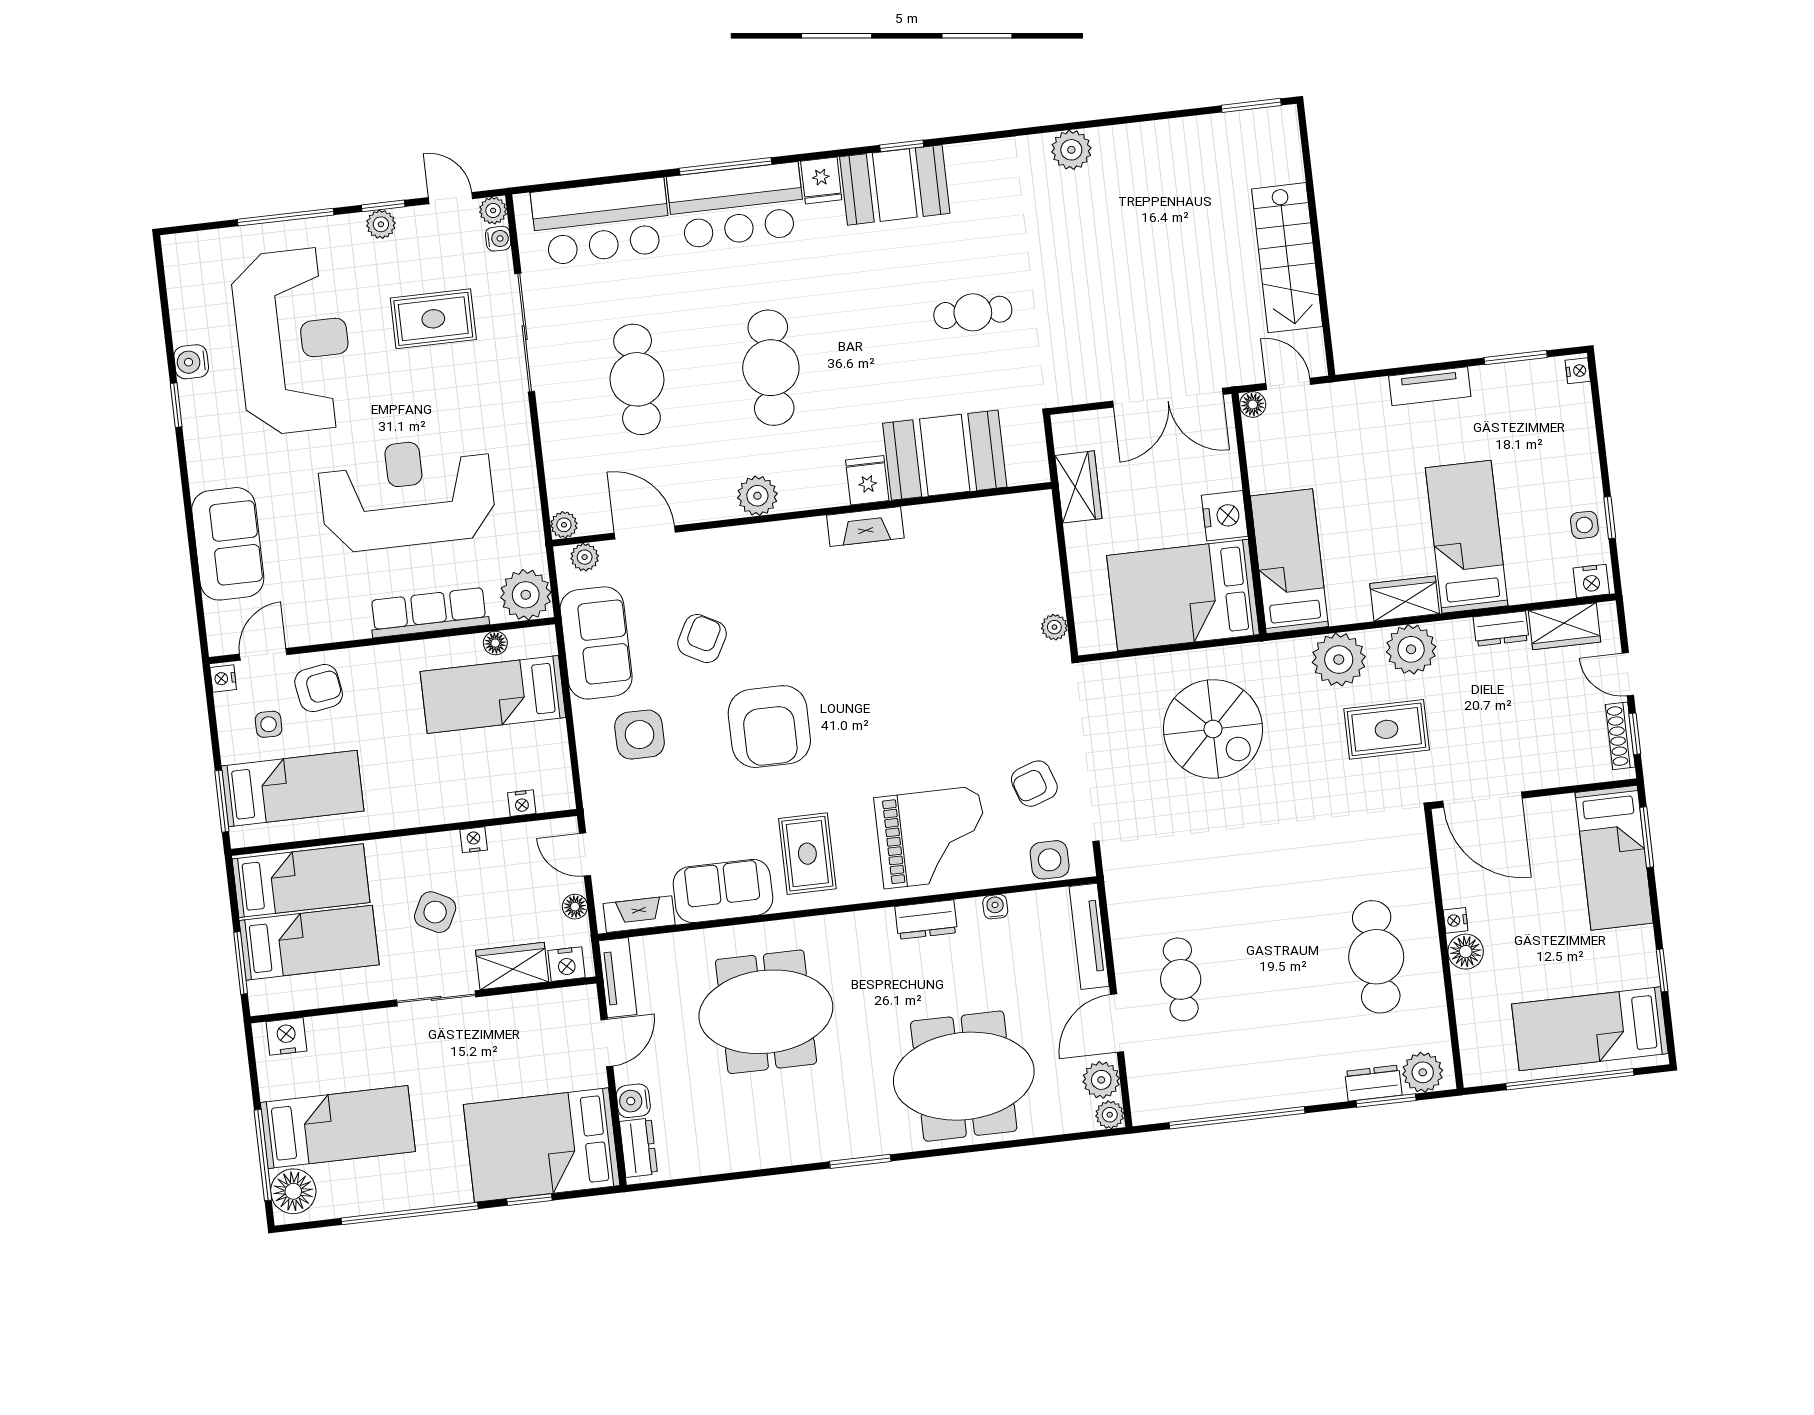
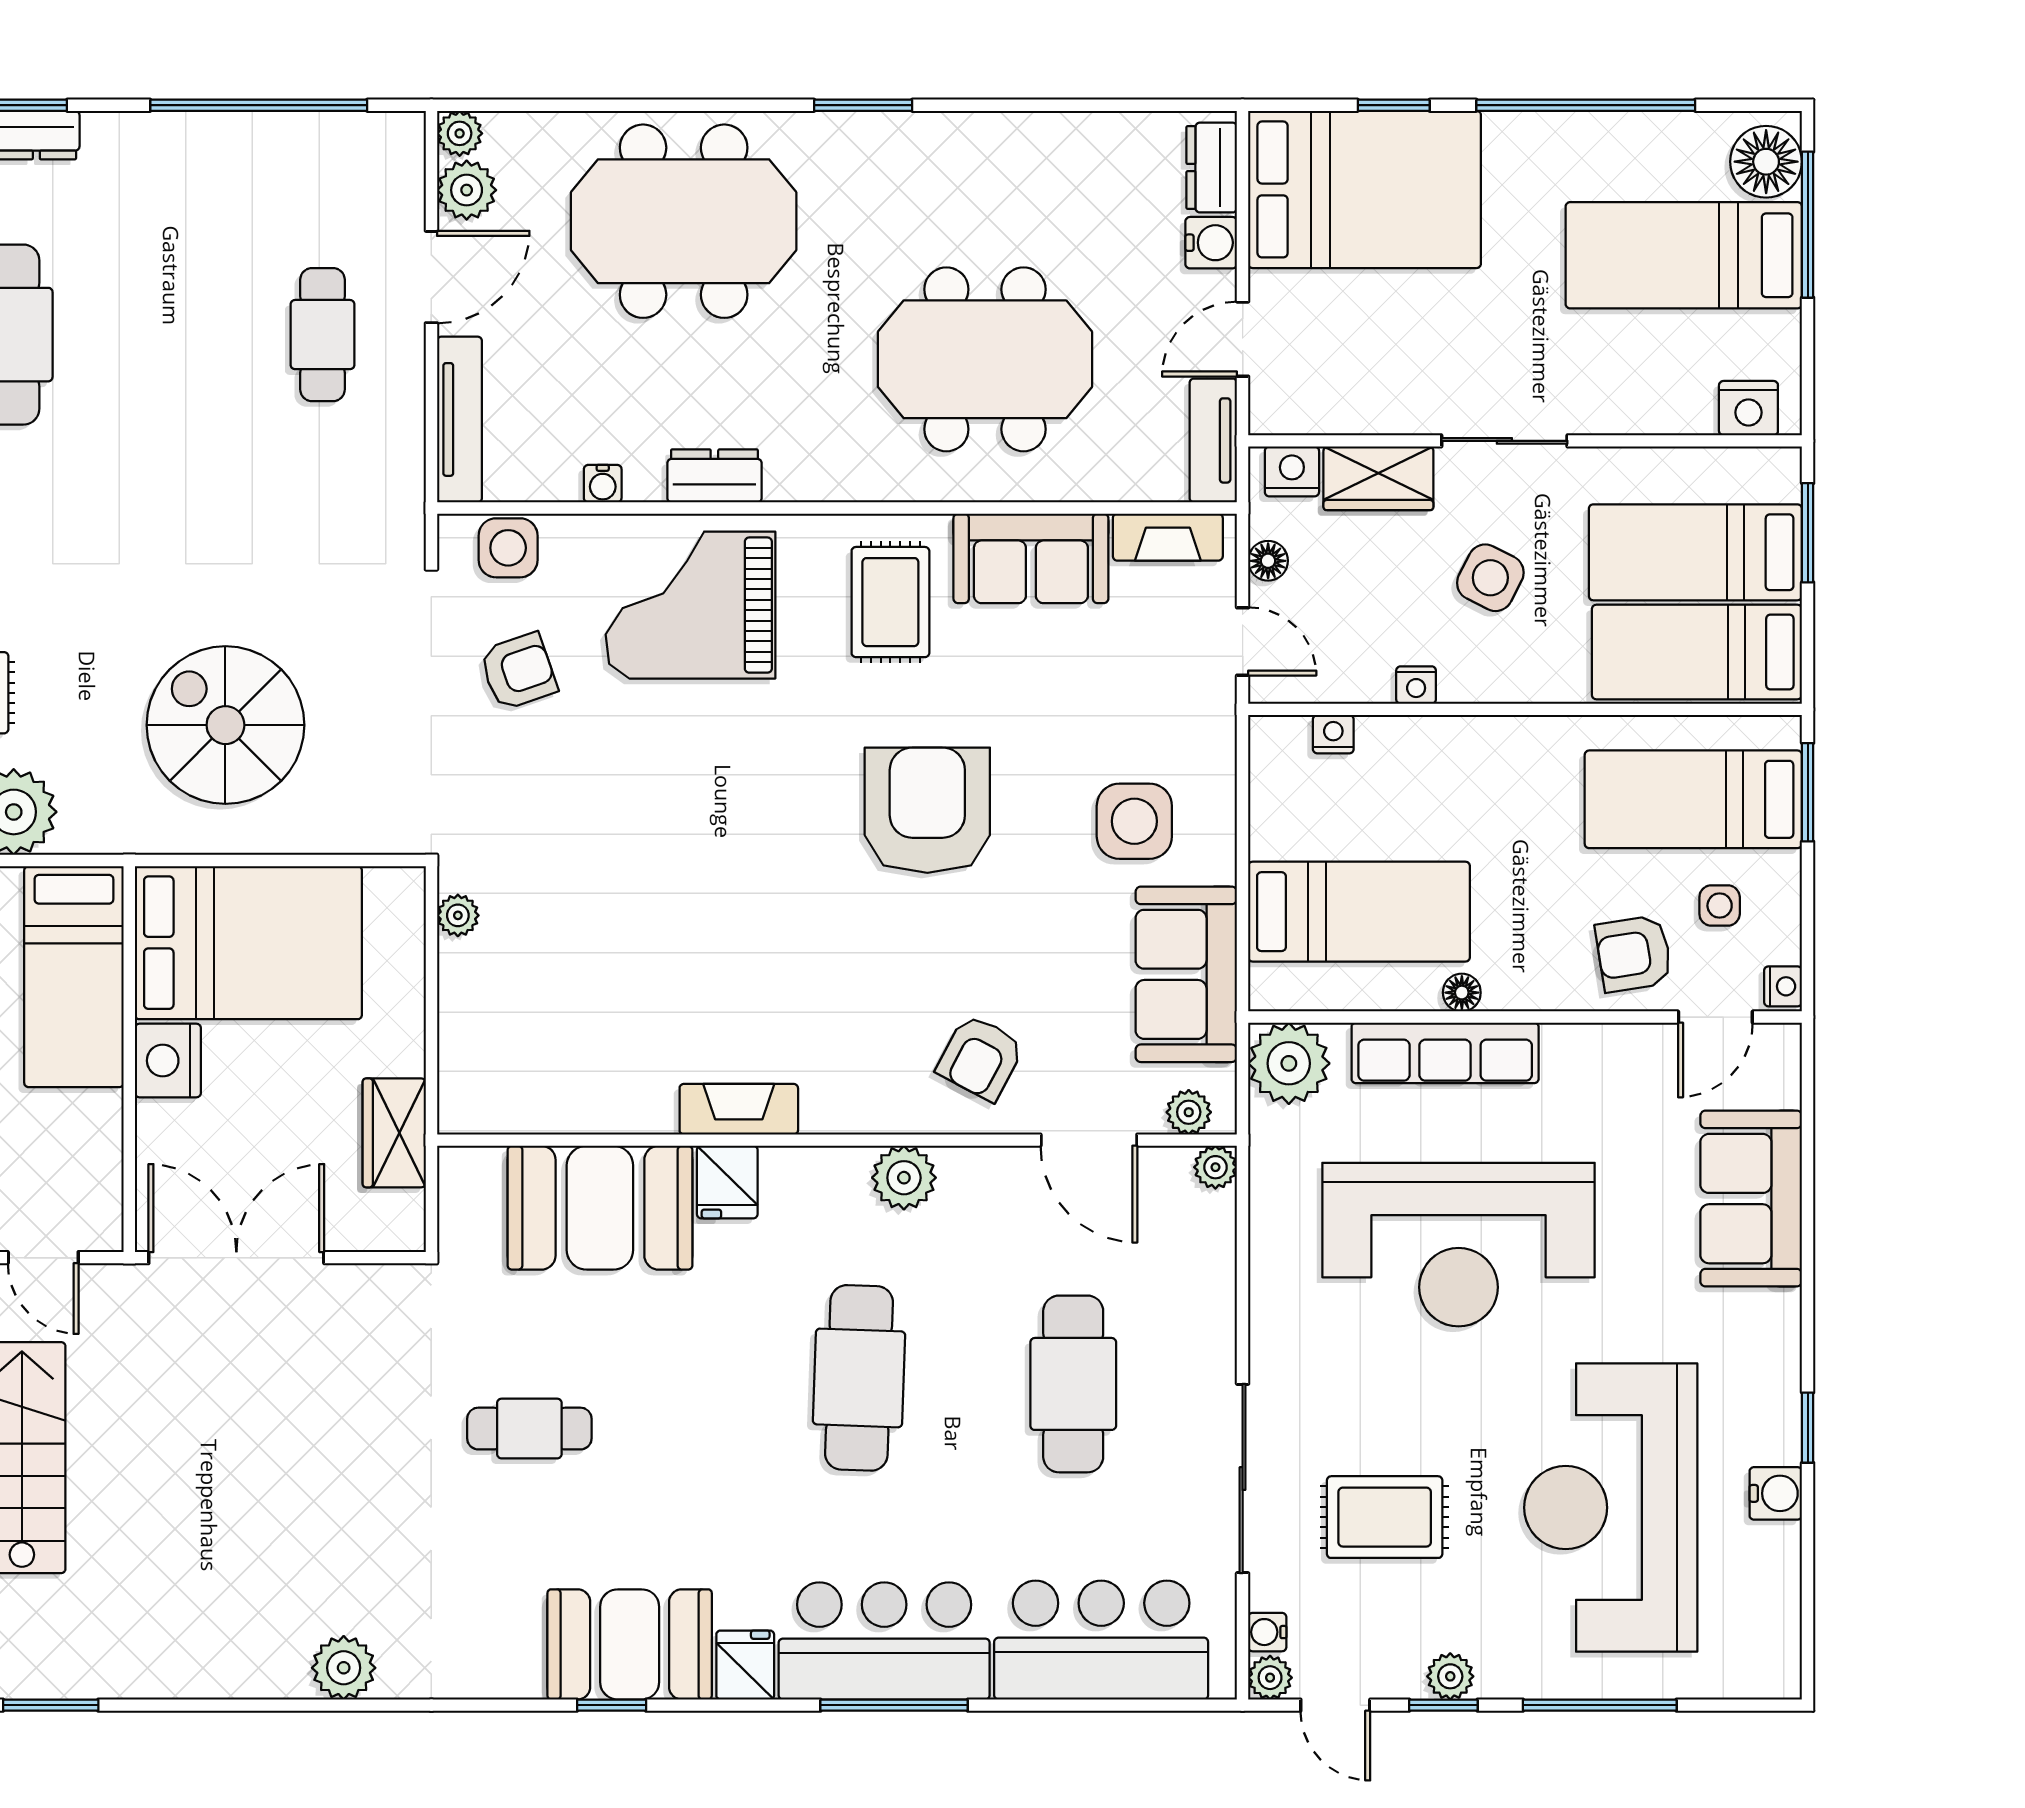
floor lamp: (1253, 404) -> (103, 1231), removed
armchair: (702, 639) -> (980, 1058), moved
floor lamp: (495, 643) -> (1462, 993), moved

